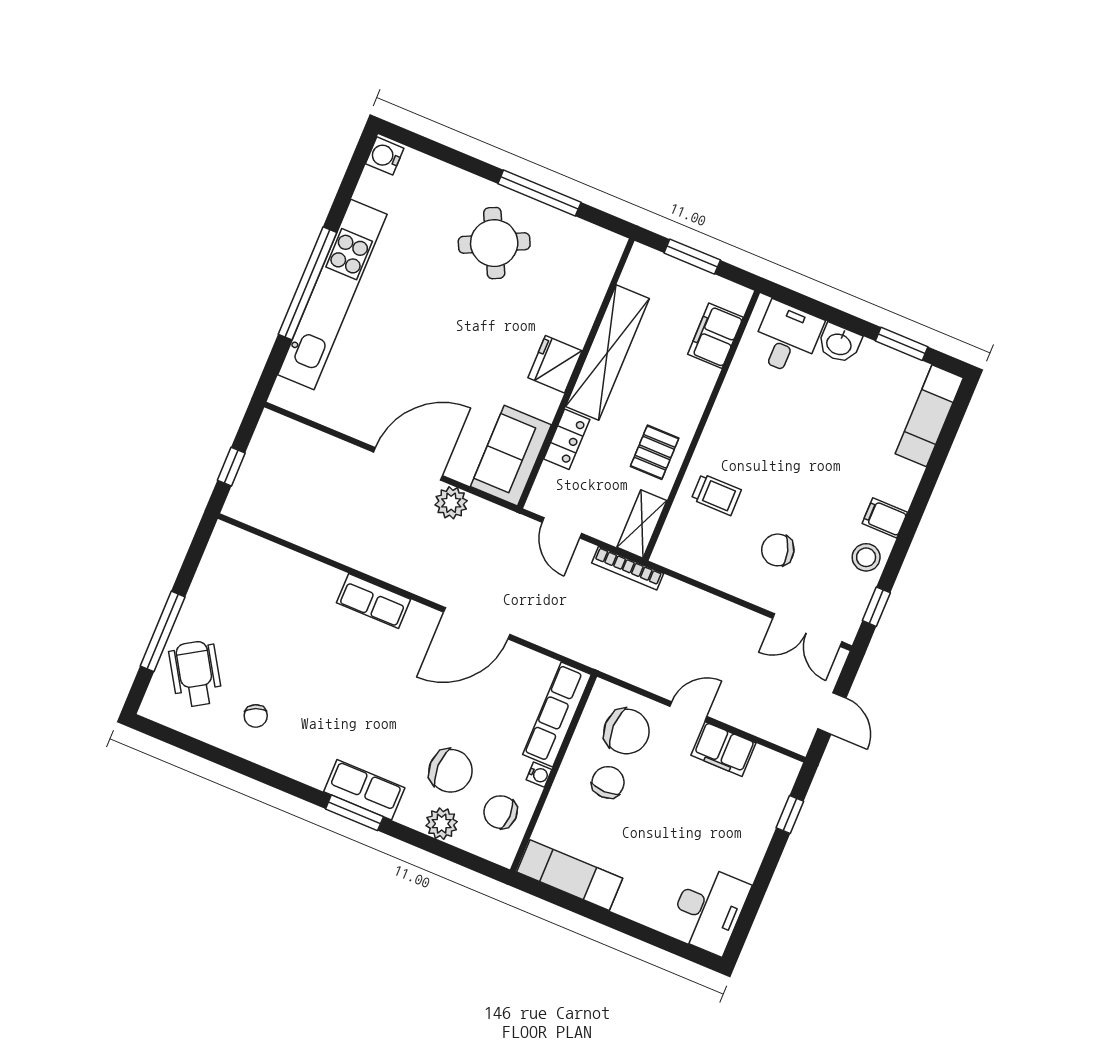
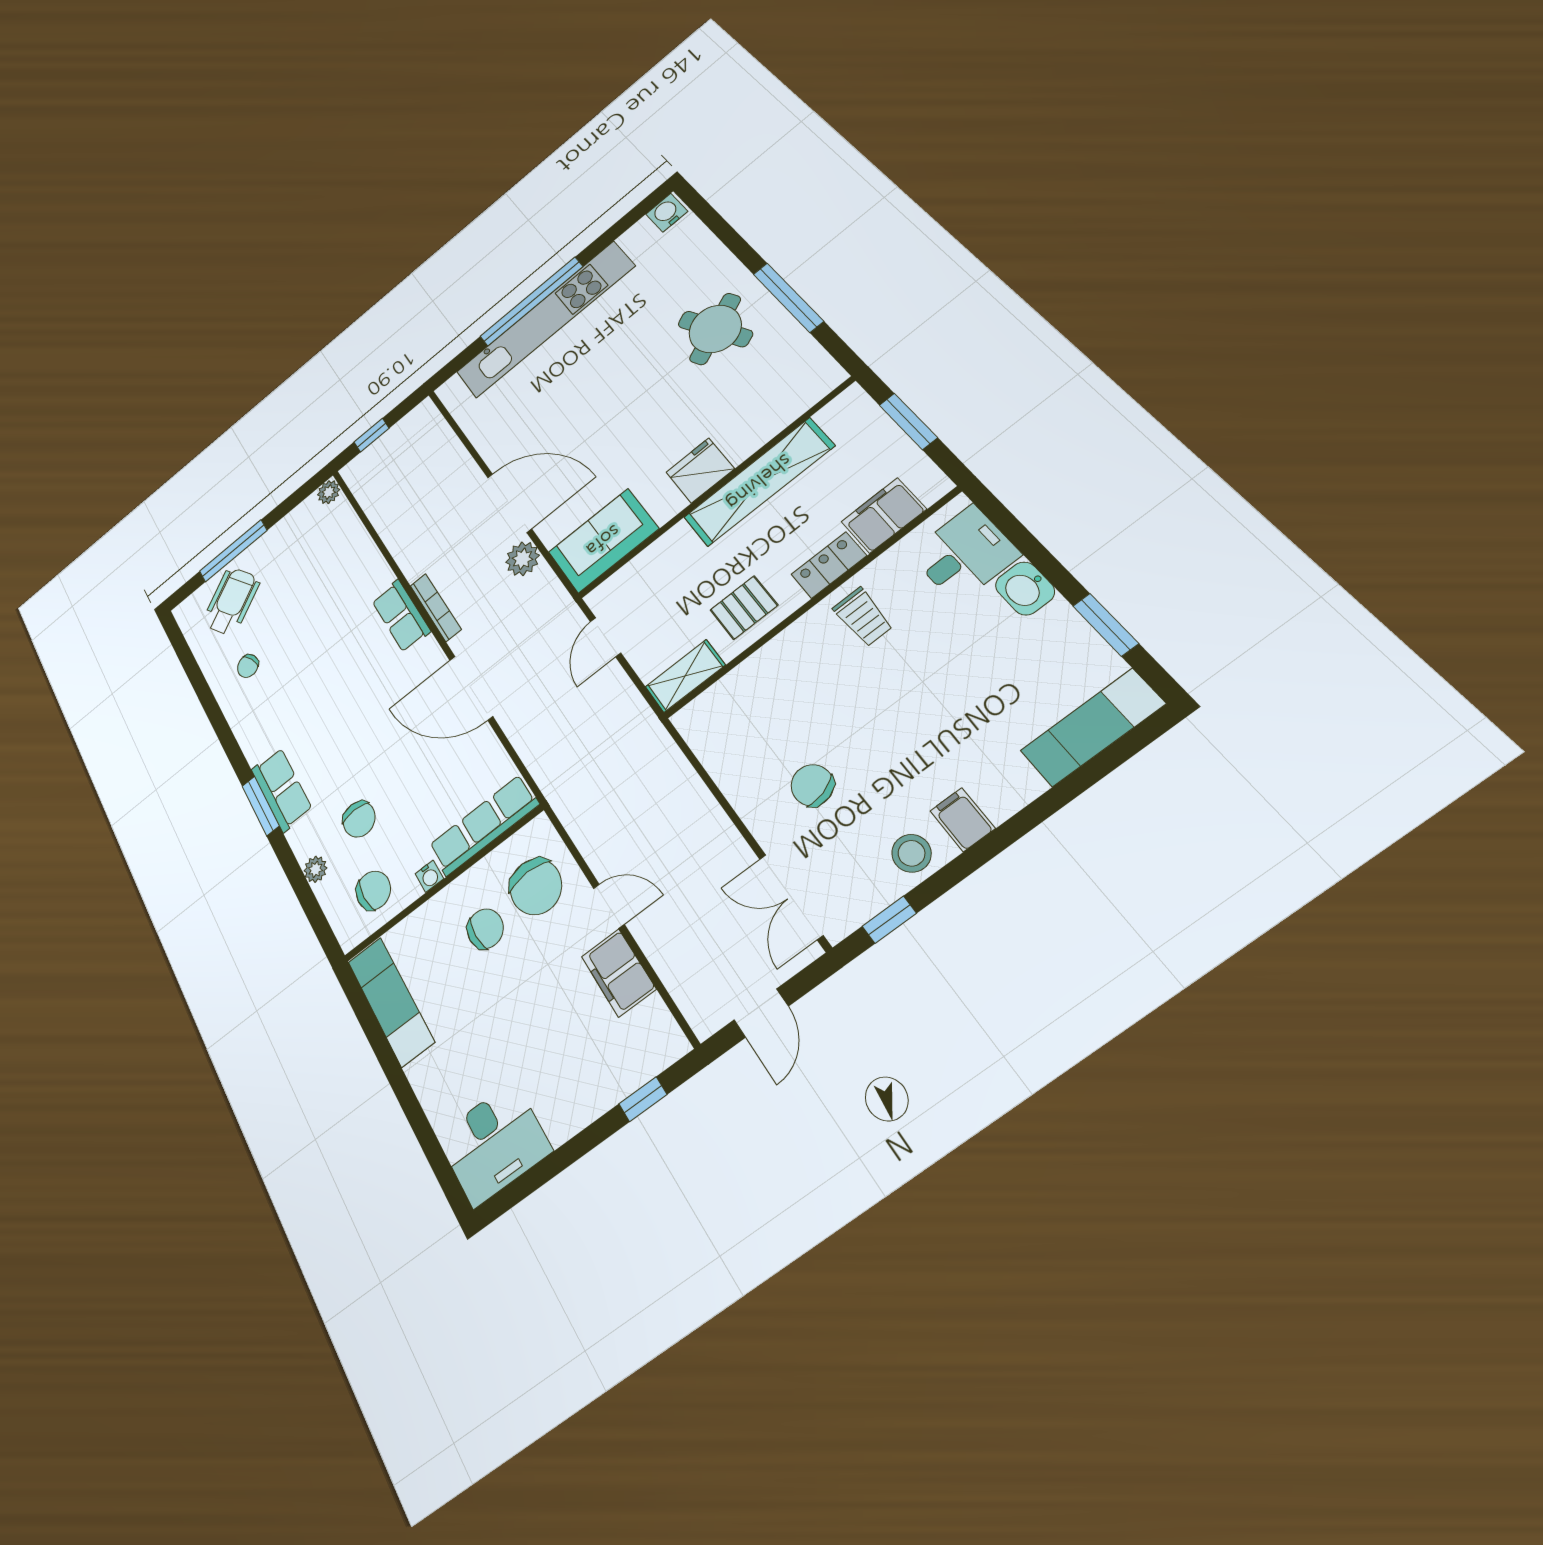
locker: (567, 439) -> (829, 565), moved, turned 180
trolley: (716, 495) -> (863, 617), moved
plant: (224, 535) -> (329, 492), added
bookcase: (628, 568) -> (436, 607), moved, turned 180
chair: (451, 771) -> (359, 819), width x0.73, depth x0.73
chair: (500, 812) -> (373, 890), turned 90
plant: (442, 824) -> (315, 869), width x0.73, depth x0.73

